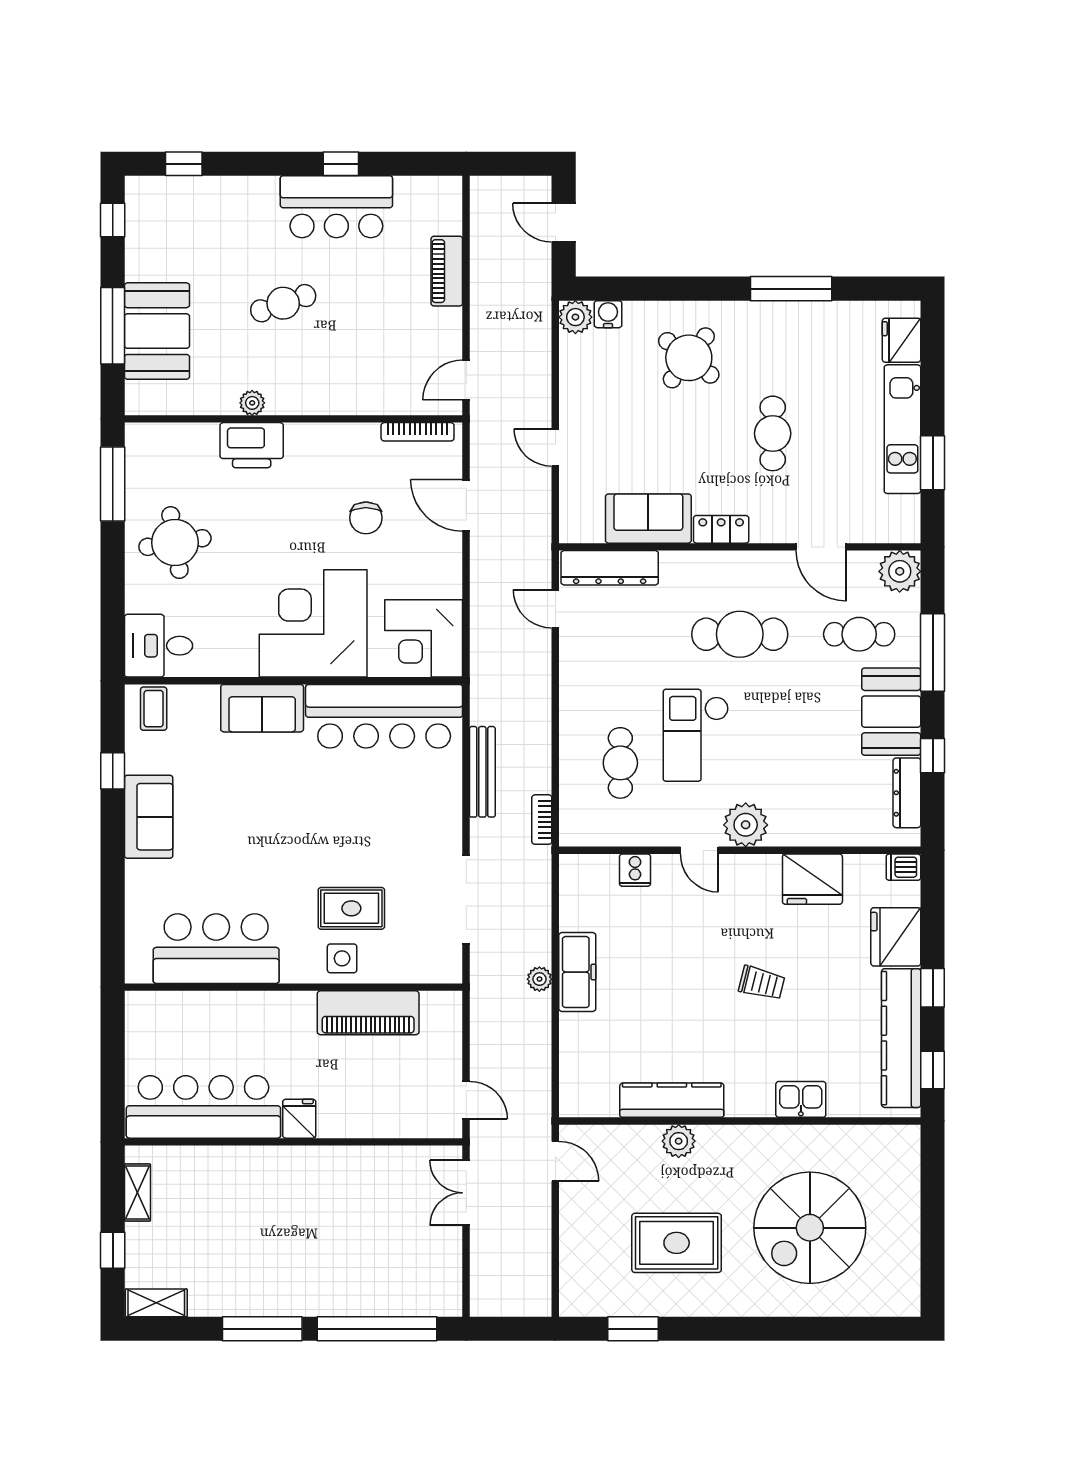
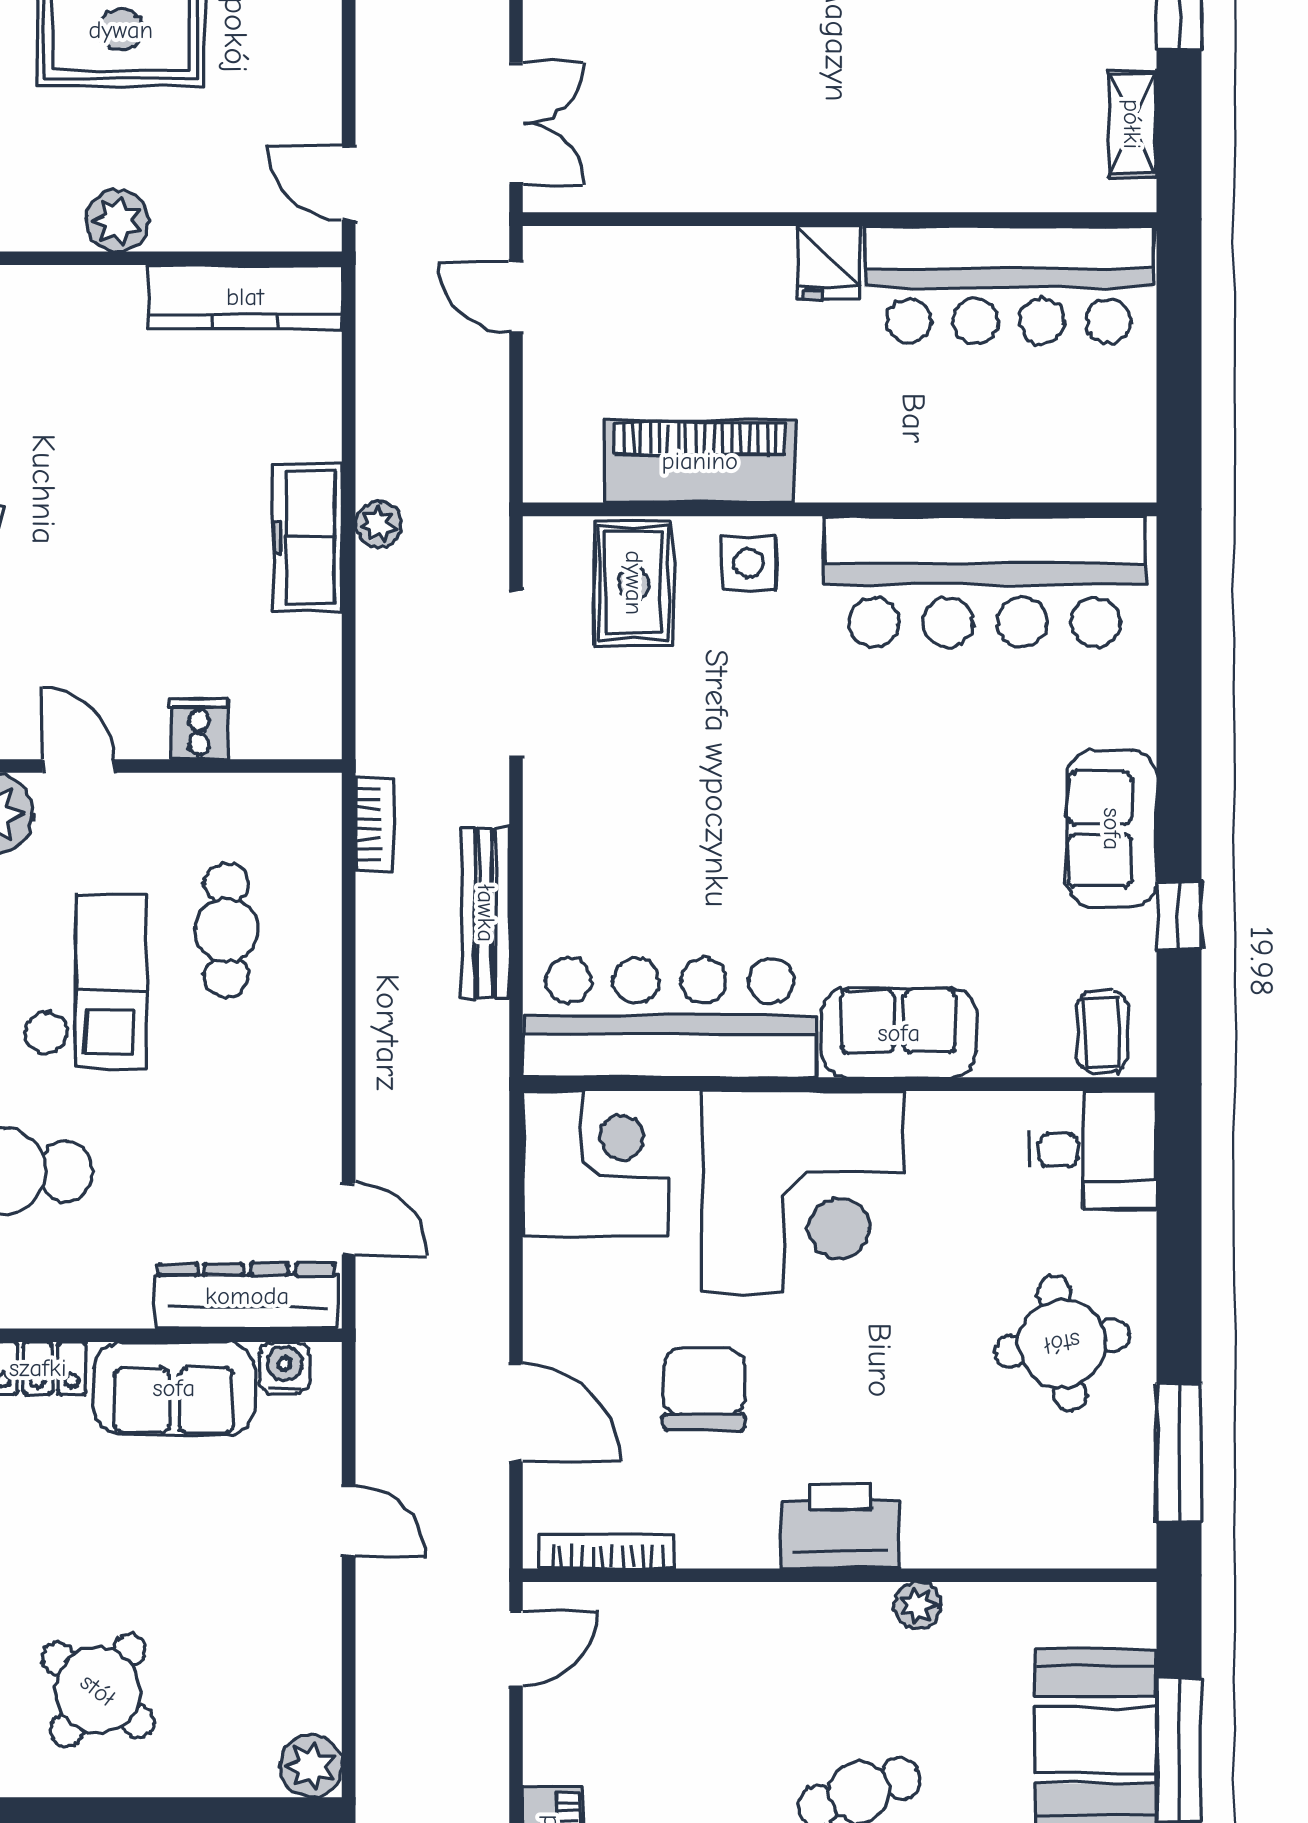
water cooler: (608, 314) -> (284, 1368), moved, turned 180
printer: (252, 445) -> (840, 1526), moved
chair: (366, 518) -> (704, 1390), width x1.37, depth x1.37
rug: (351, 908) -> (634, 583), moved, turned 90
bar counter: (216, 949) -> (985, 582), width x1.36
kitchen counter: (672, 1100) -> (245, 297), moved

